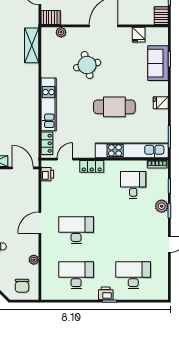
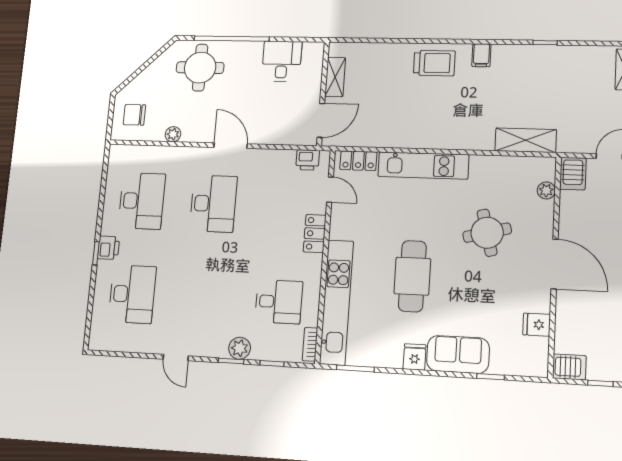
sofa: (158, 63) -> (458, 354), moved

